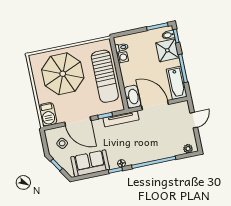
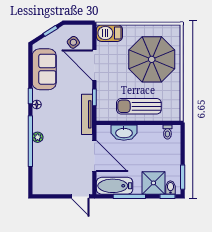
washing machine: (122, 57) -> (156, 131), removed
sun lounger: (105, 76) -> (139, 106), width x0.73, depth x0.75
washbasin: (132, 97) -> (124, 133), moved
door: (155, 105) -> (94, 156), hinge flipped
door: (194, 120) -> (80, 196), moved
door: (78, 121) -> (94, 65), hinge flipped
plant: (188, 149) -> (38, 137), moved

